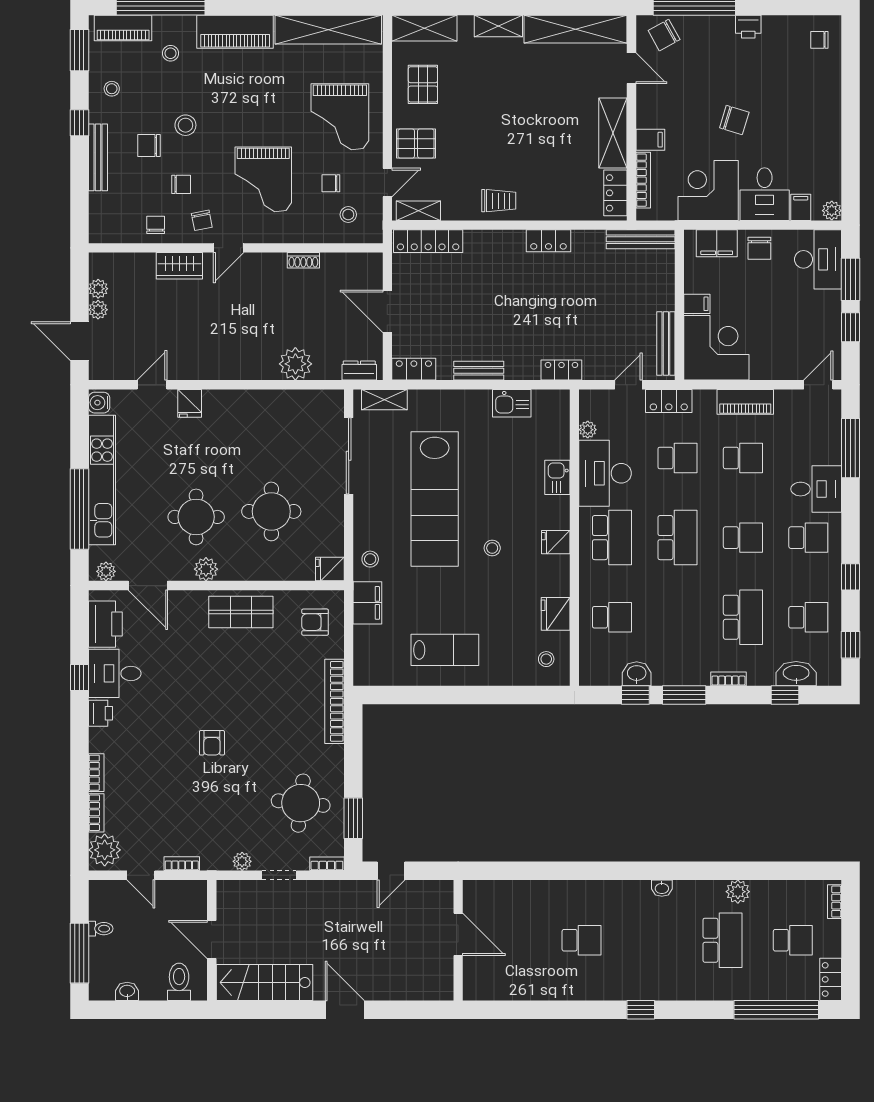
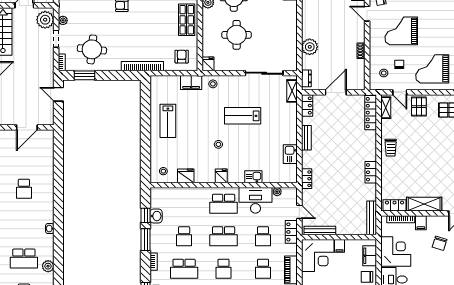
chair: (734, 120) -> (440, 243), moved
lab bench: (435, 499) -> (243, 116), width x0.54, depth x0.72
school desk: (612, 617) -> (184, 236), moved
plant: (241, 897) -> (45, 20), added

